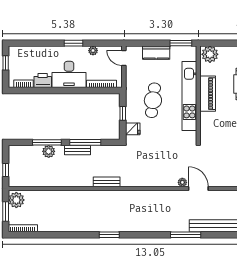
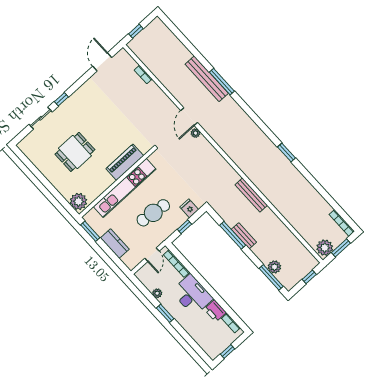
door: (124, 58) -> (152, 255), moved
piano: (208, 94) -> (125, 162), moved
window: (47, 142) -> (271, 277), moved
plant: (49, 151) -> (274, 267), moved
bench: (107, 182) -> (251, 195), width x1.36
window: (186, 235) -> (222, 82), moved

